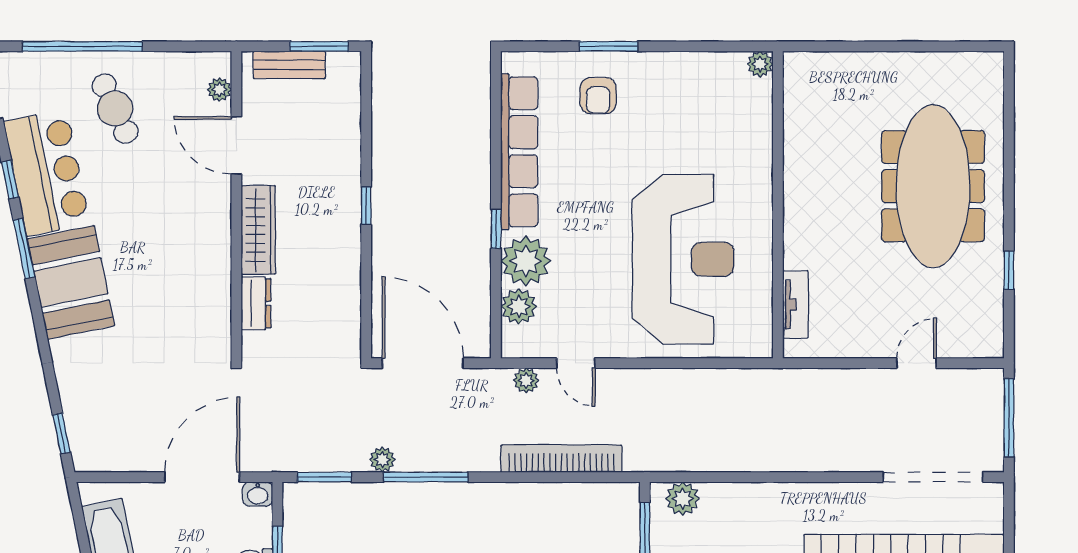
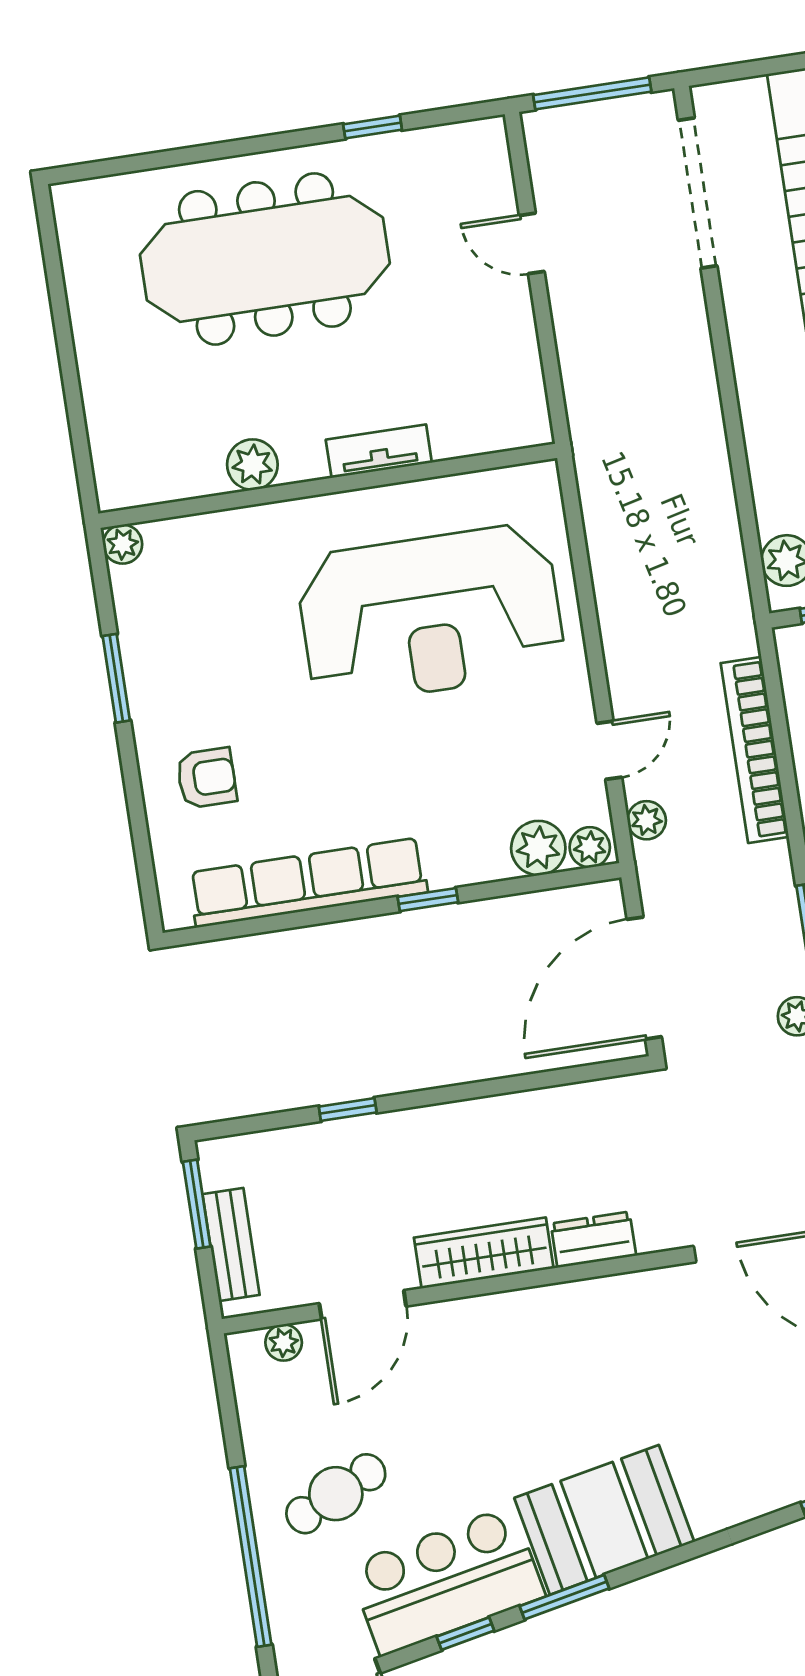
window: (609, 46) -> (116, 678), moved
plant: (799, 157) -> (252, 465), added
window: (366, 206) -> (348, 1109), moved
reception desk: (683, 259) -> (430, 614), turned 180
plant: (526, 261) -> (590, 847), moved, width x0.53, depth x0.53
tv unit: (795, 305) -> (379, 451), moved

